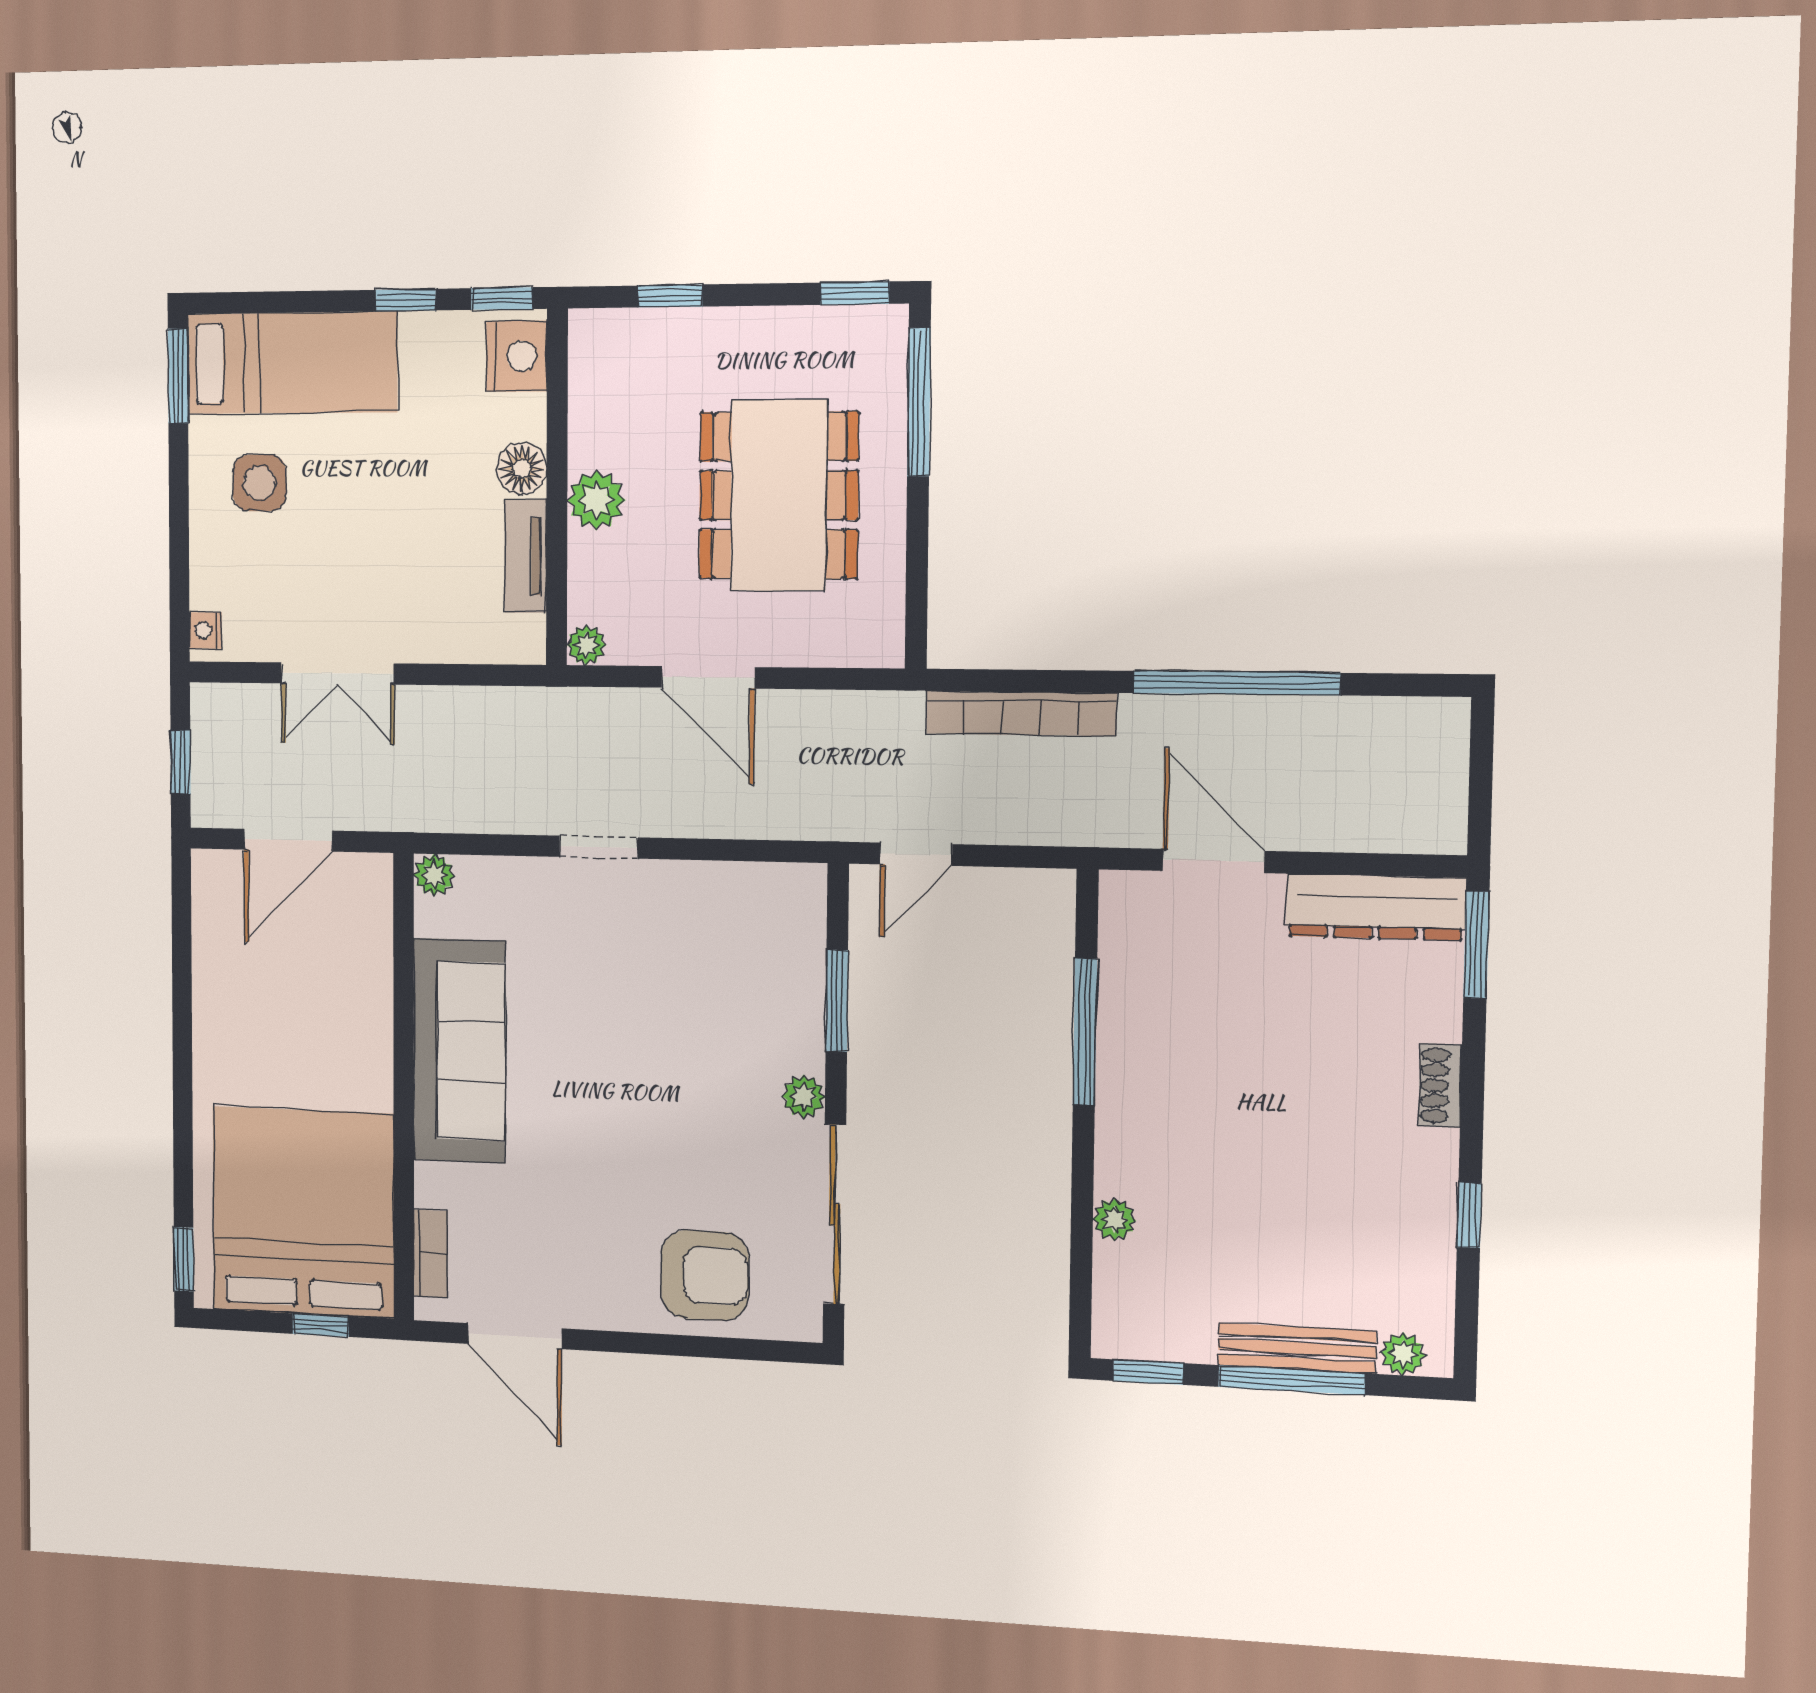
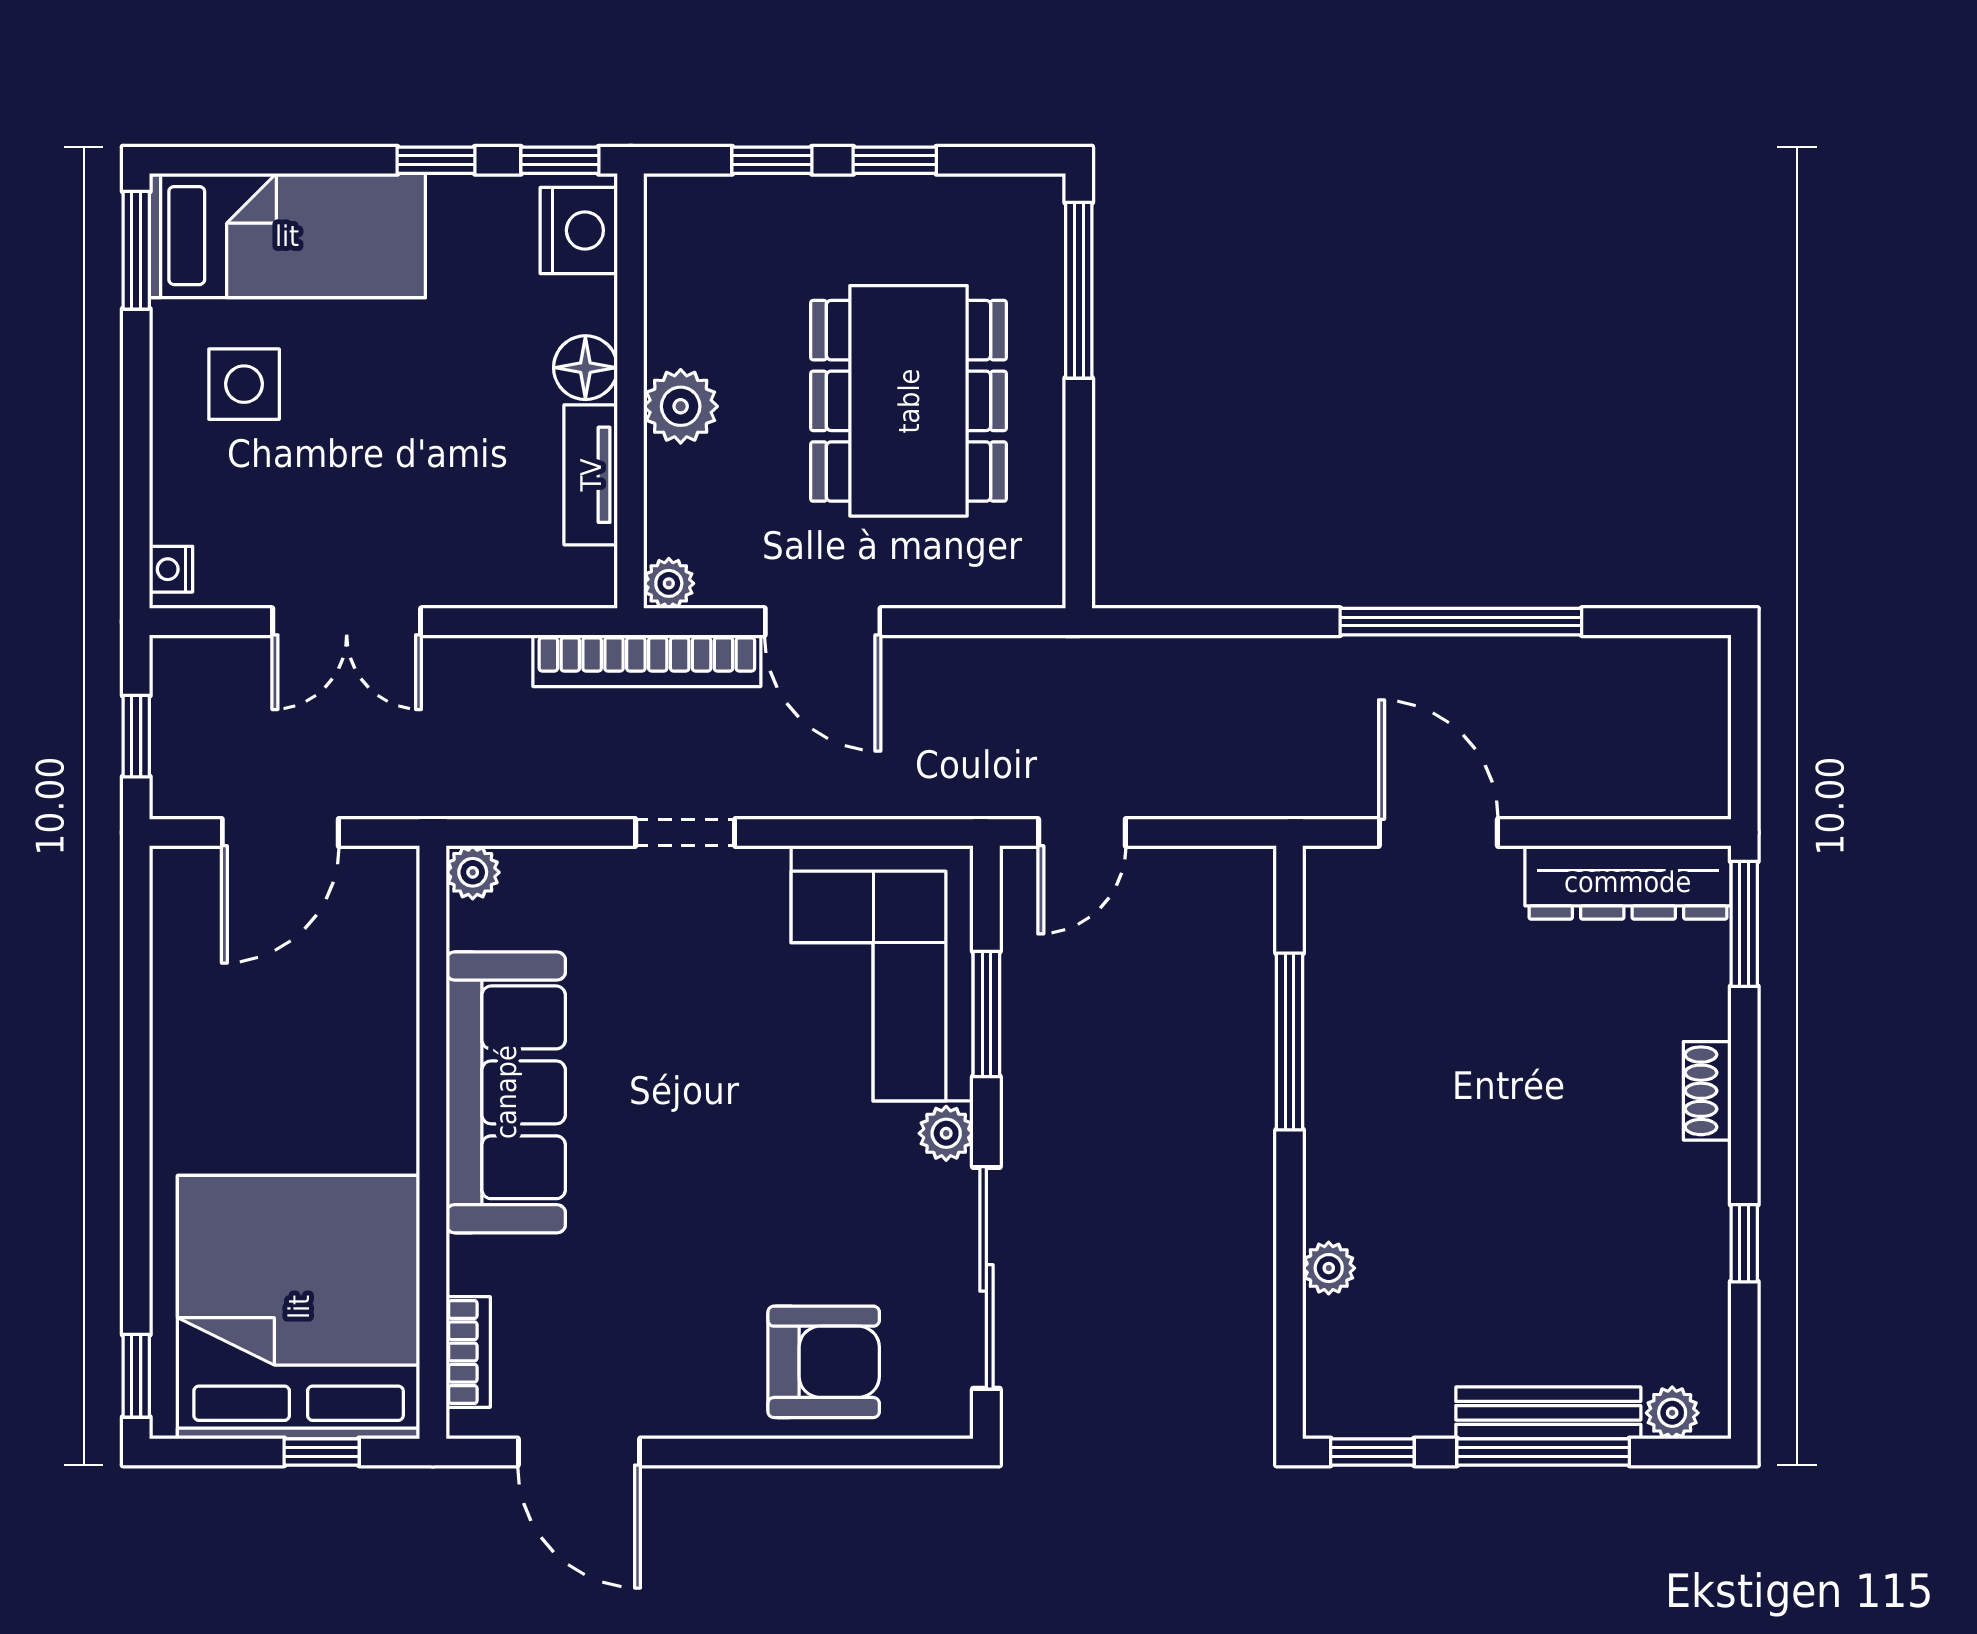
window: (855, 293) -> (895, 160), moved
bookcase: (1021, 713) -> (647, 661), moved
corner sofa: (753, 965) -> (882, 973), added

